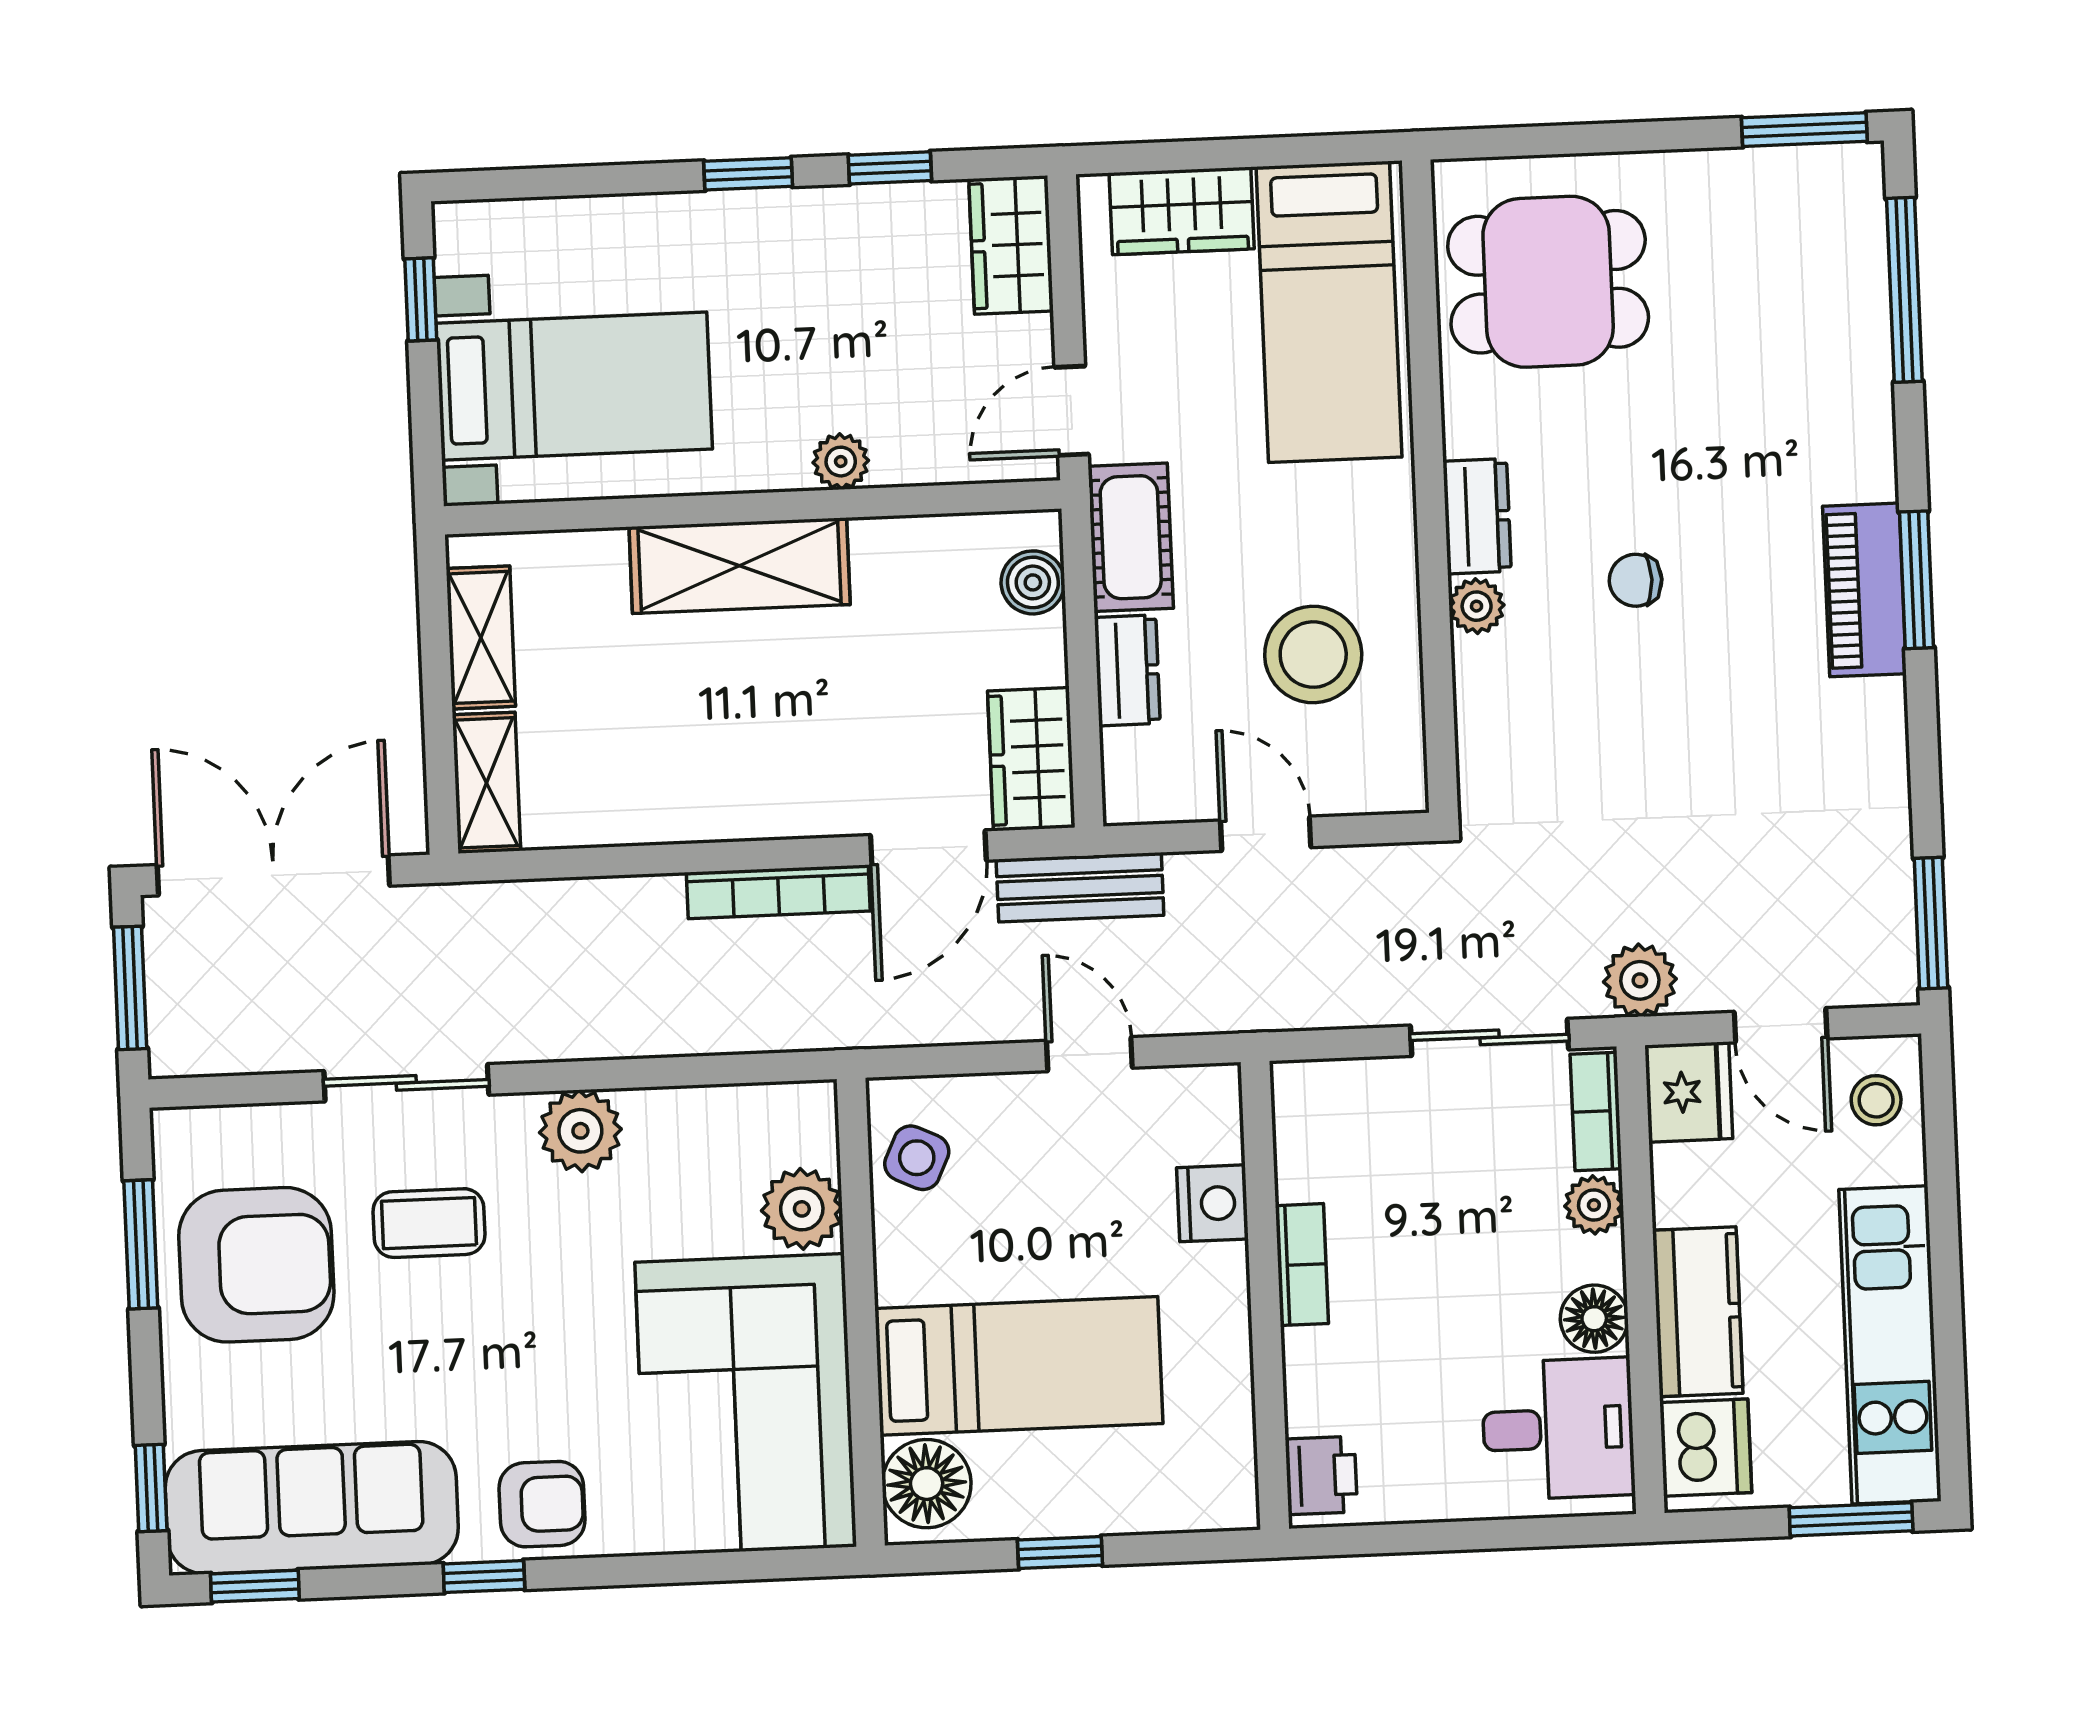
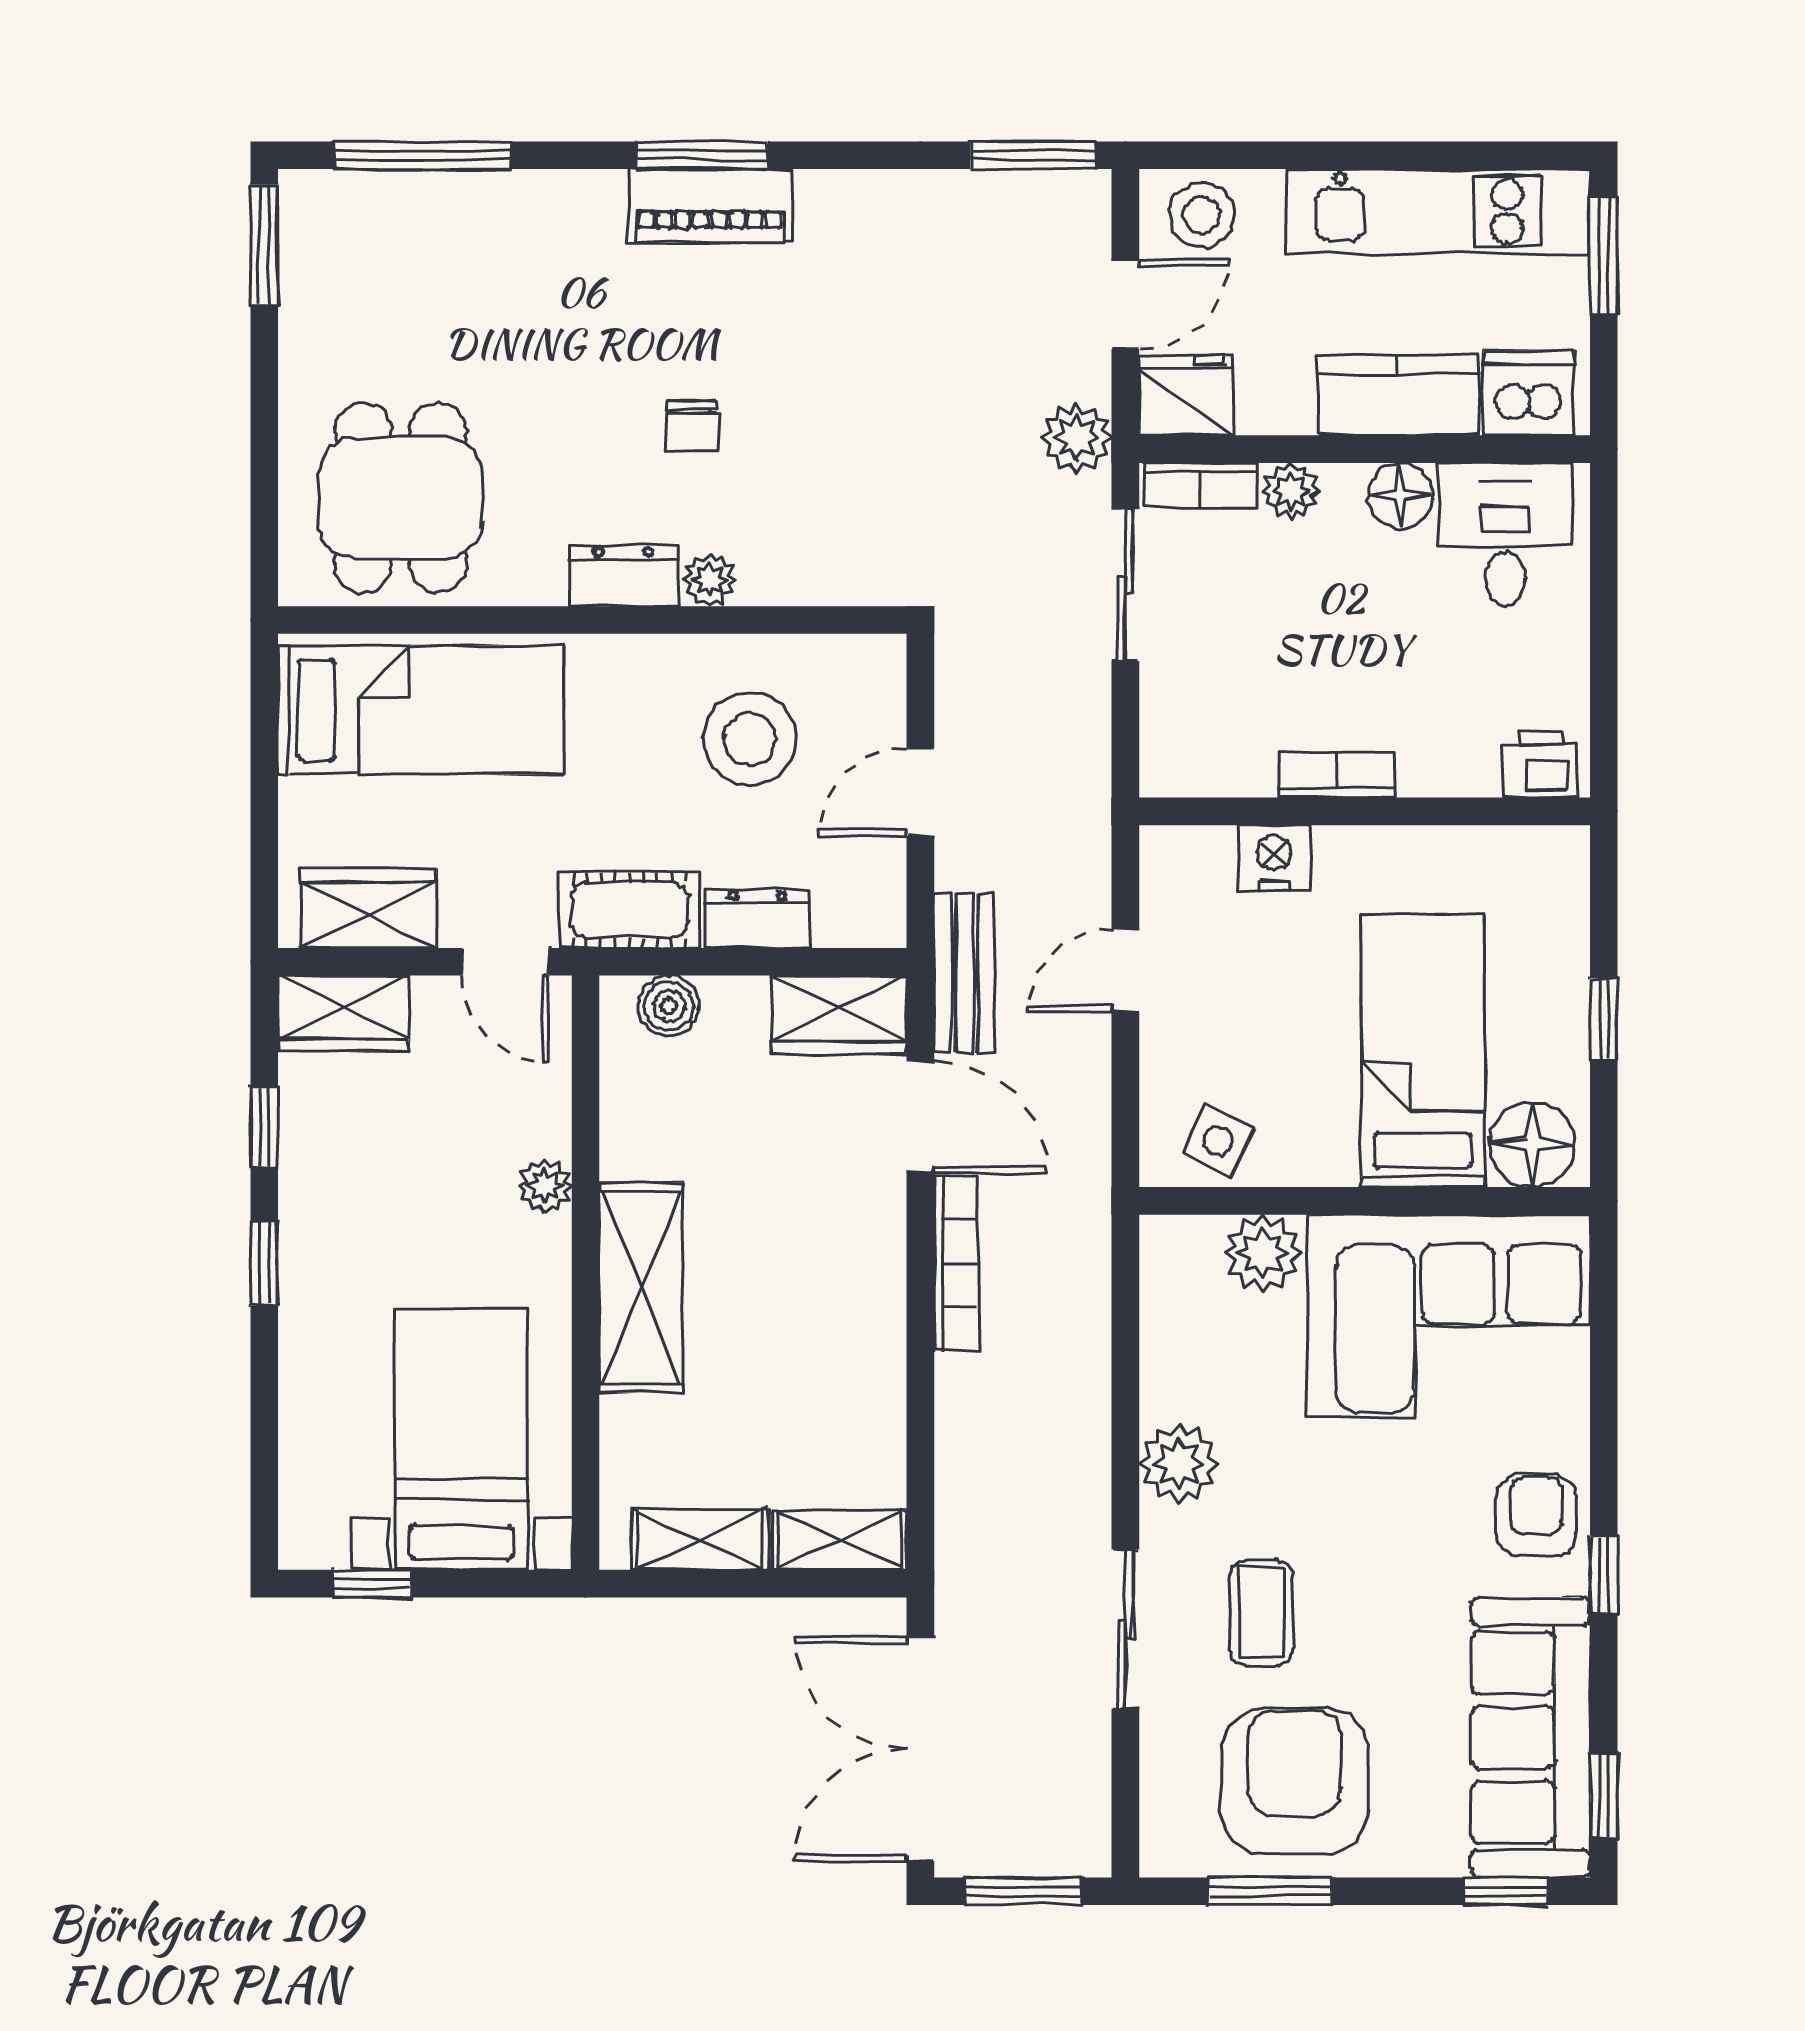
wardrobe: (1182, 211) -> (368, 909), moved, turned -90
stool: (1876, 1100) -> (1201, 215), width x1.37, depth x1.37

